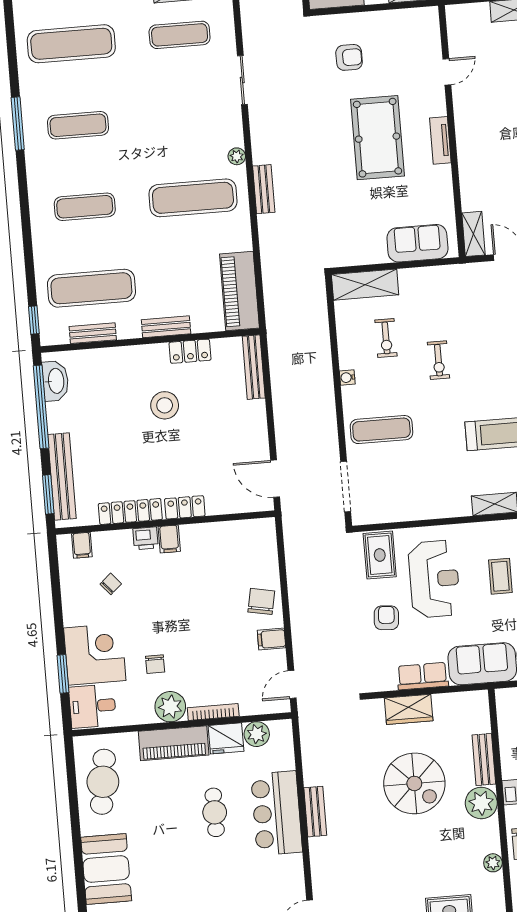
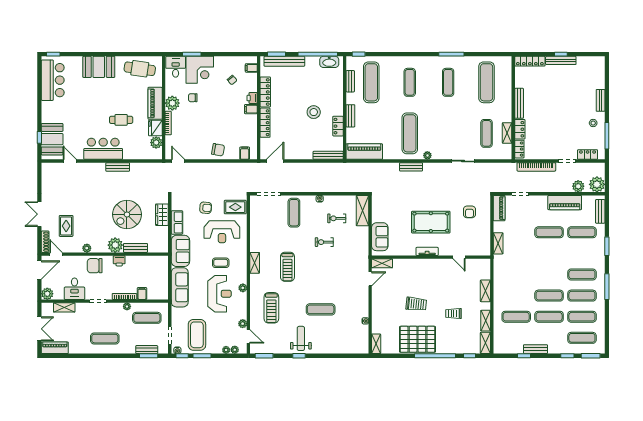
locker: (185, 507) -> (265, 123), width x1.53
filing cabinet: (272, 639) -> (245, 153), moved
bar counter: (277, 813) -> (103, 149), moved

